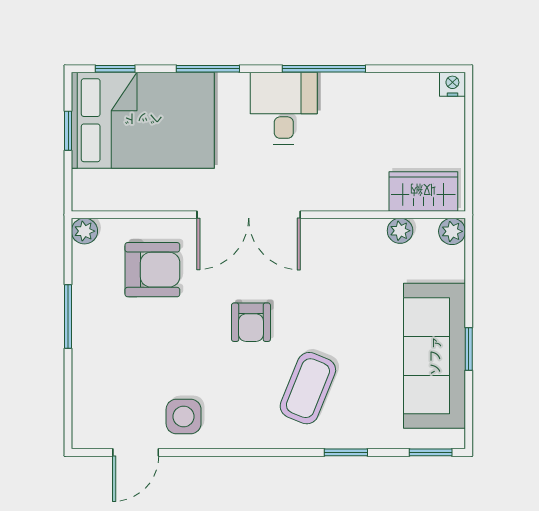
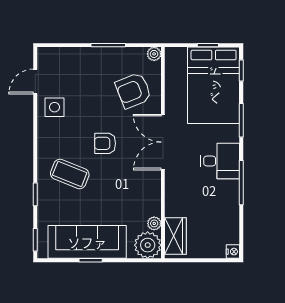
plant: (452, 231) -> (148, 245), width x1.87, depth x1.87
armchair: (152, 270) -> (133, 90), turned 68
door: (136, 452) -> (35, 81), hinge flipped

